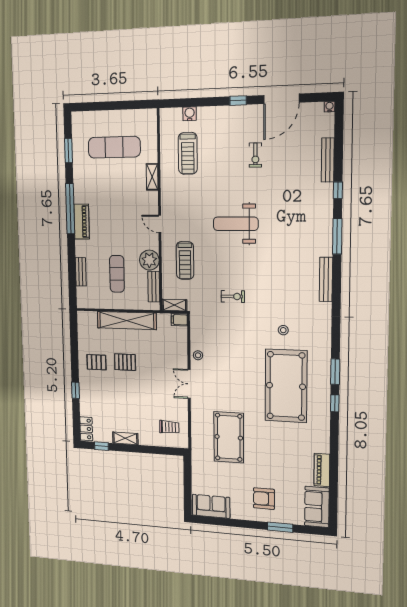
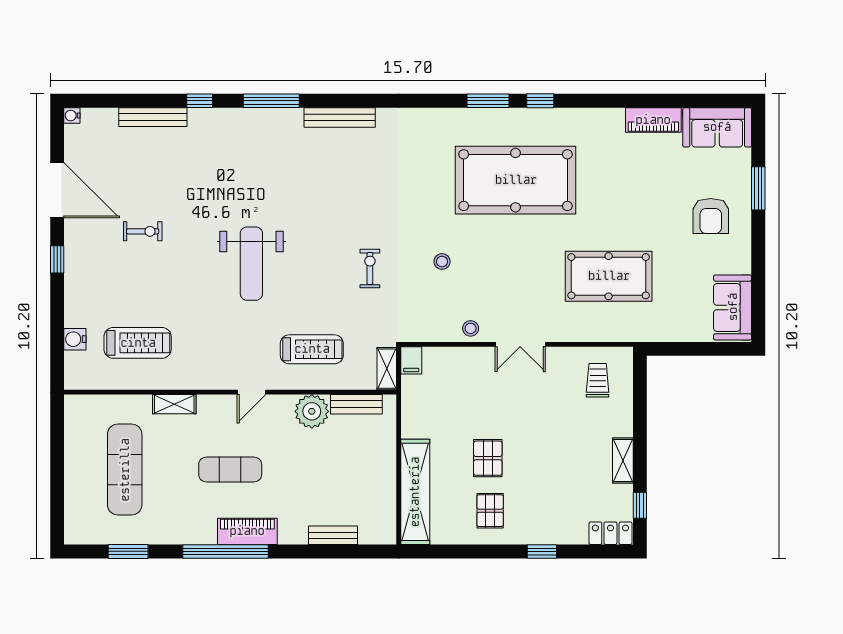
exercise mat: (117, 274) -> (230, 470), moved
shelving: (127, 321) -> (415, 492), moved
stool: (283, 330) -> (442, 262), moved

